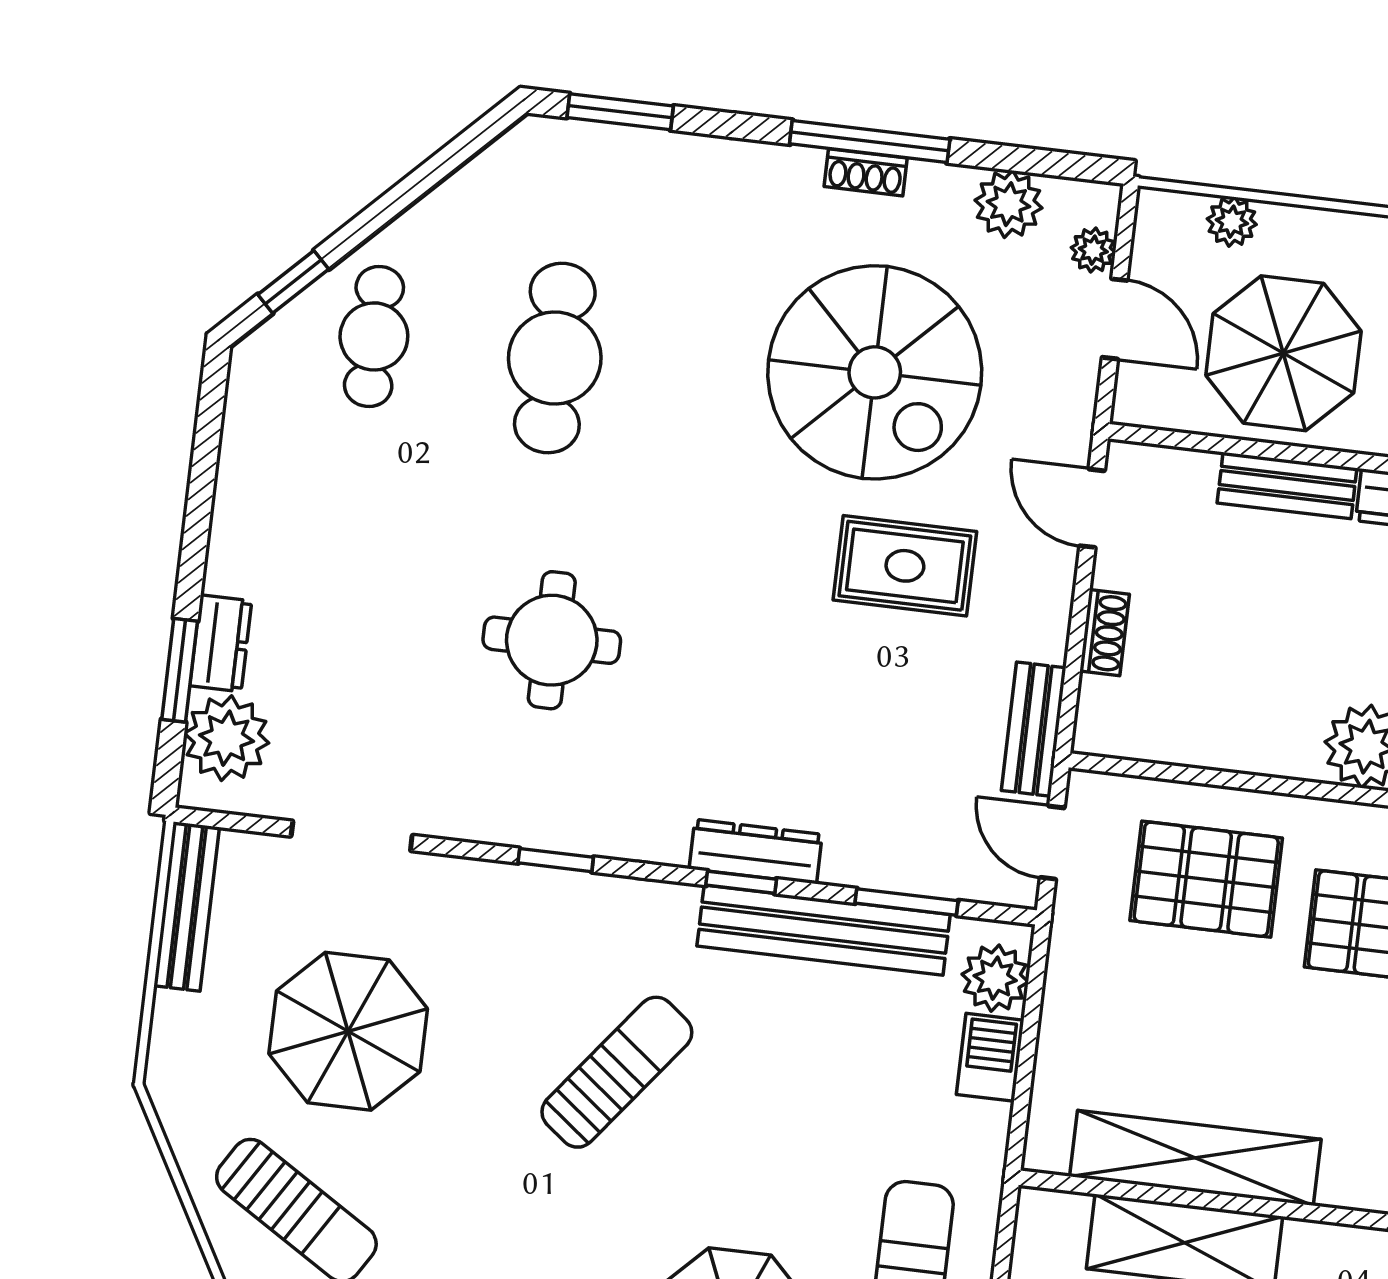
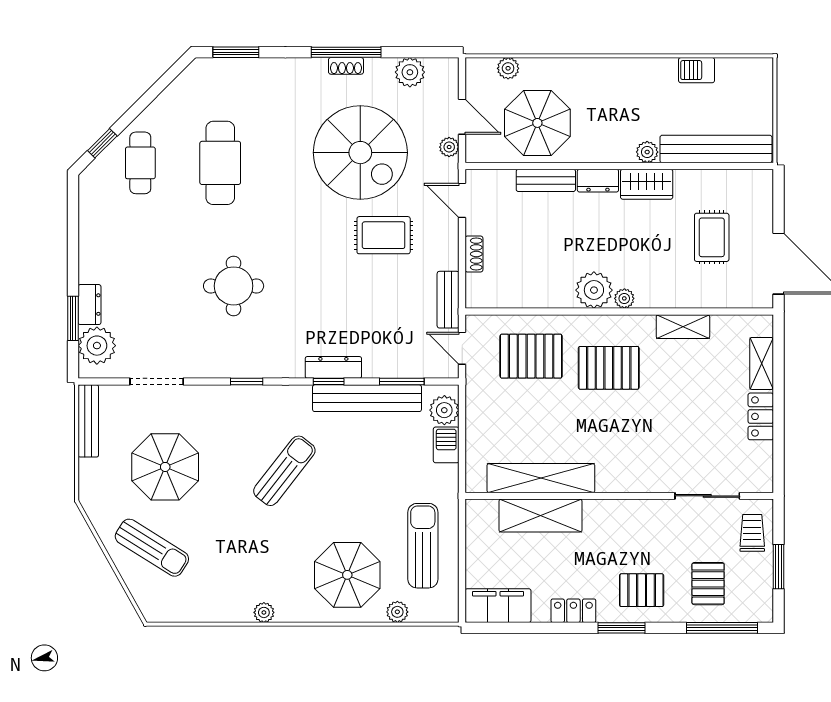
plant: (1093, 250) -> (449, 147), moved

